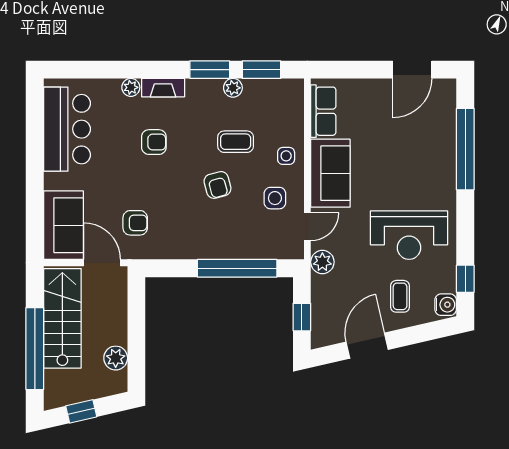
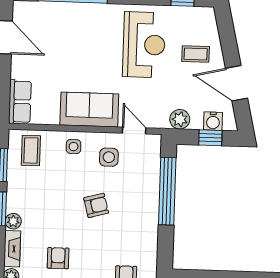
plant: (233, 88) -> (13, 221), moved
row of seats: (323, 111) -> (20, 102), moved, turned 90
coffee table: (236, 142) -> (31, 150), moved
plant: (322, 262) -> (180, 119), moved
water cooler: (446, 305) -> (213, 121), moved, turned 180

